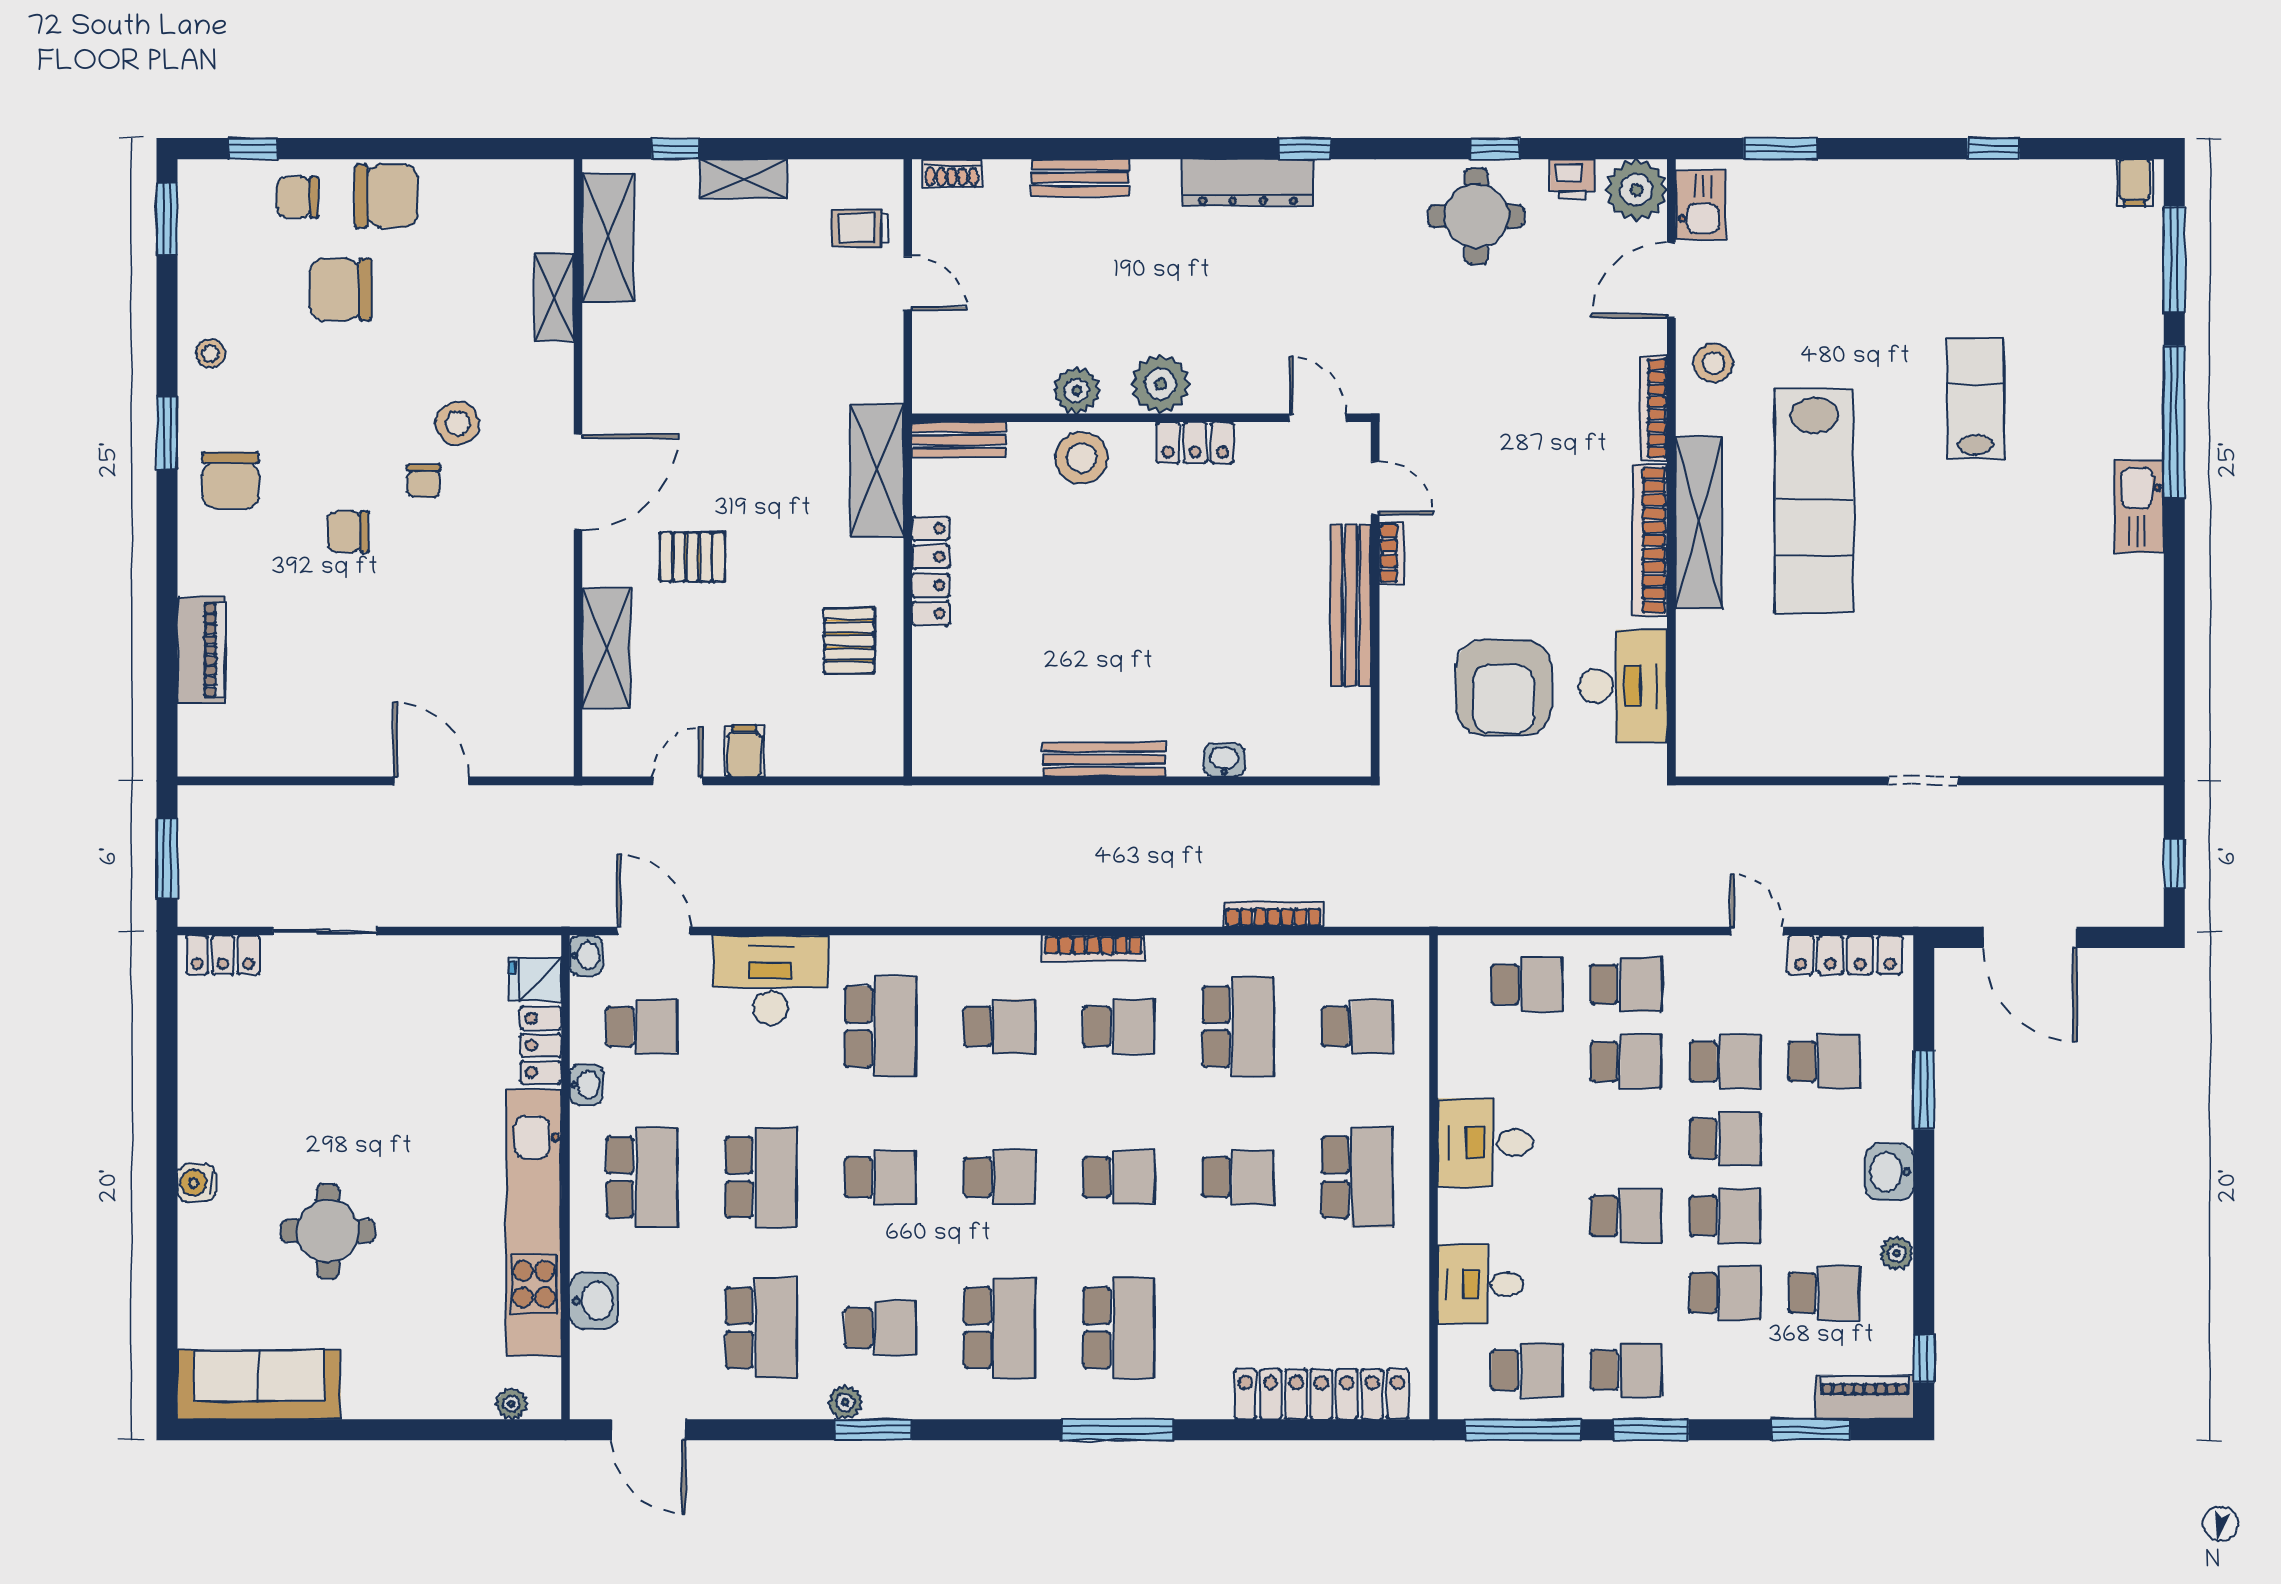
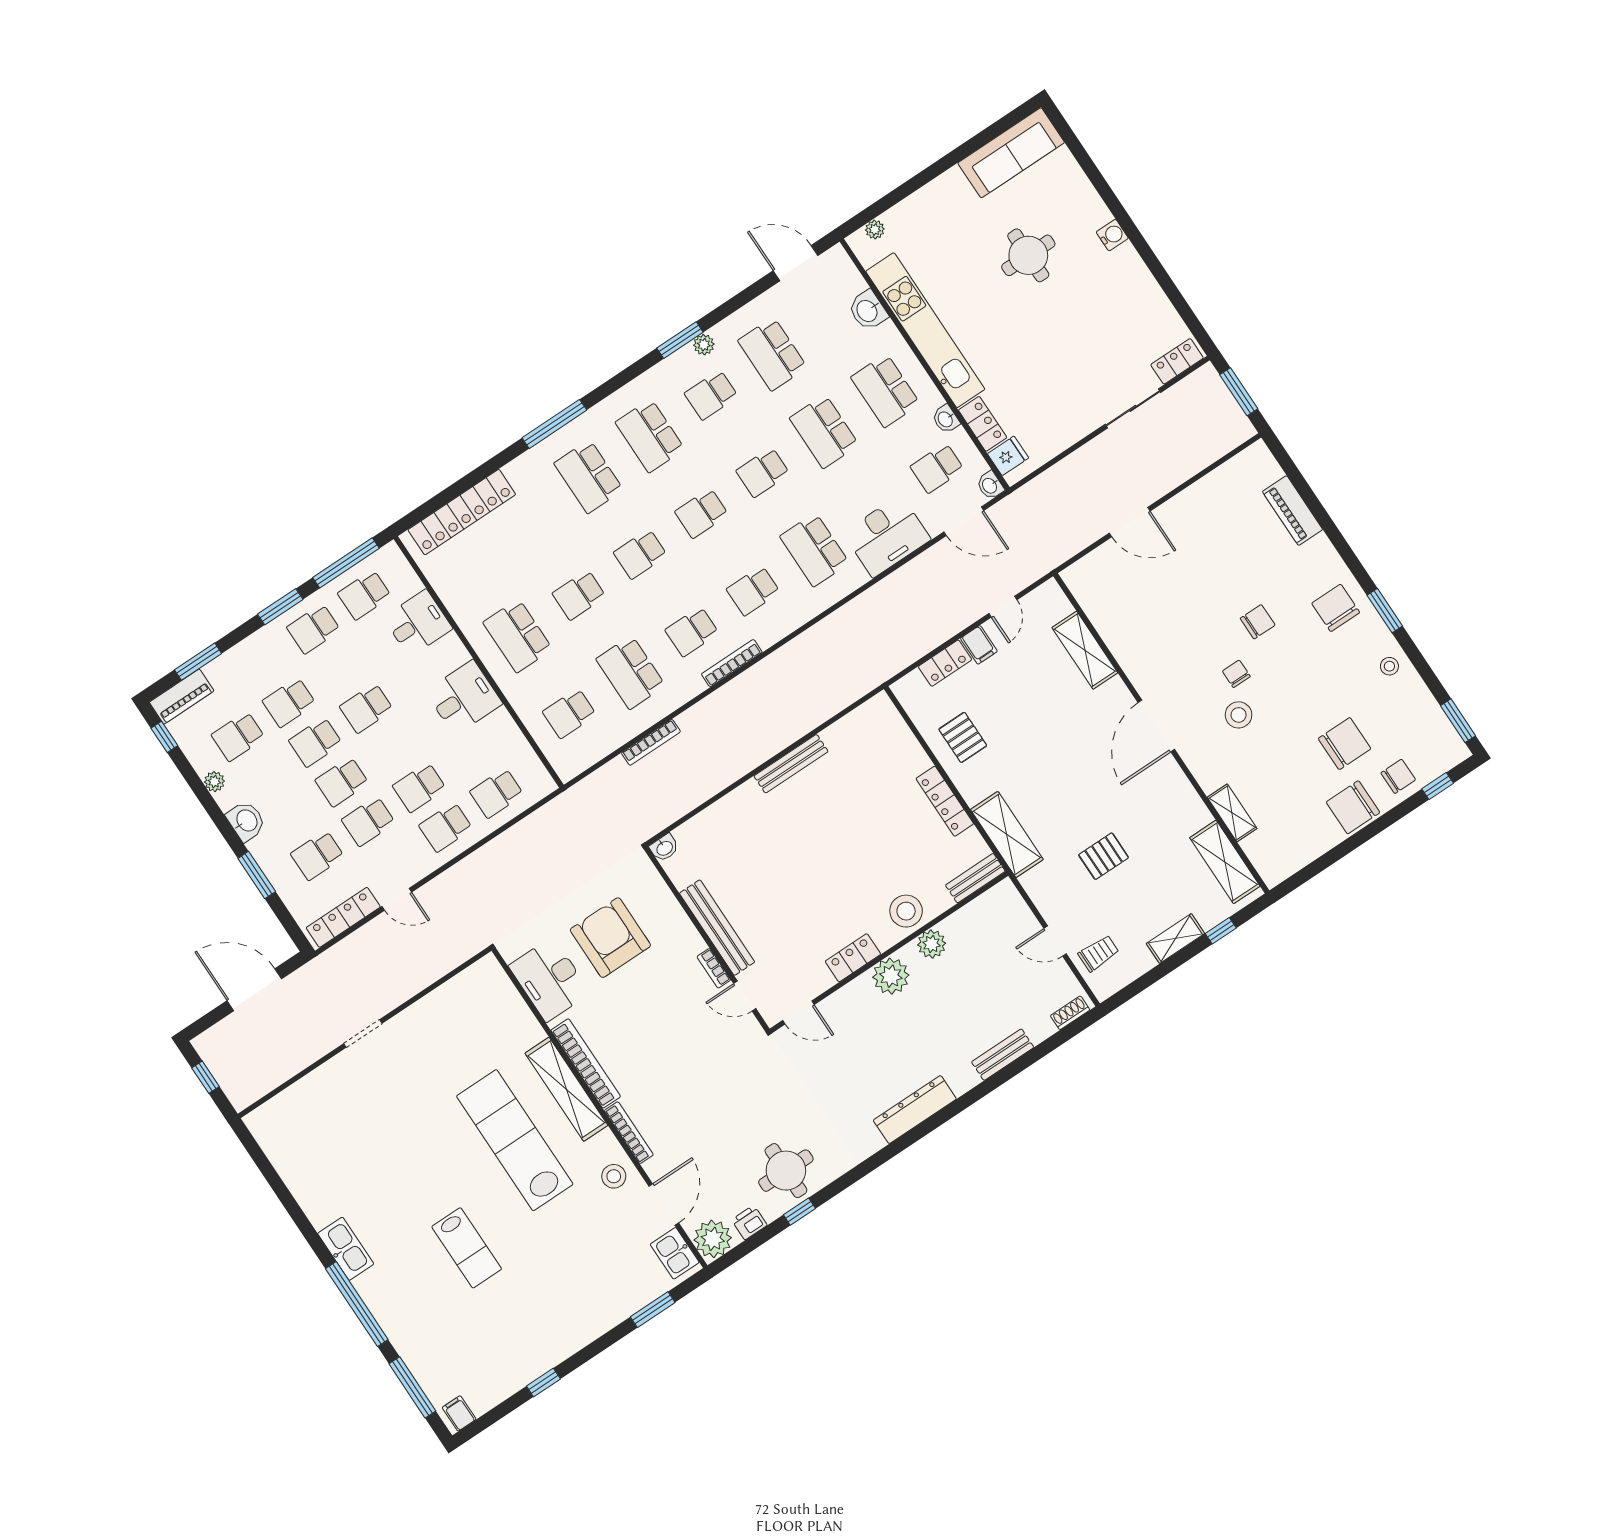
window: (1305, 149) -> (897, 1146), removed
pallet: (692, 557) -> (1104, 856), moved
locker: (806, 757) -> (945, 663), added
washbasin: (1224, 760) -> (664, 848), moved

